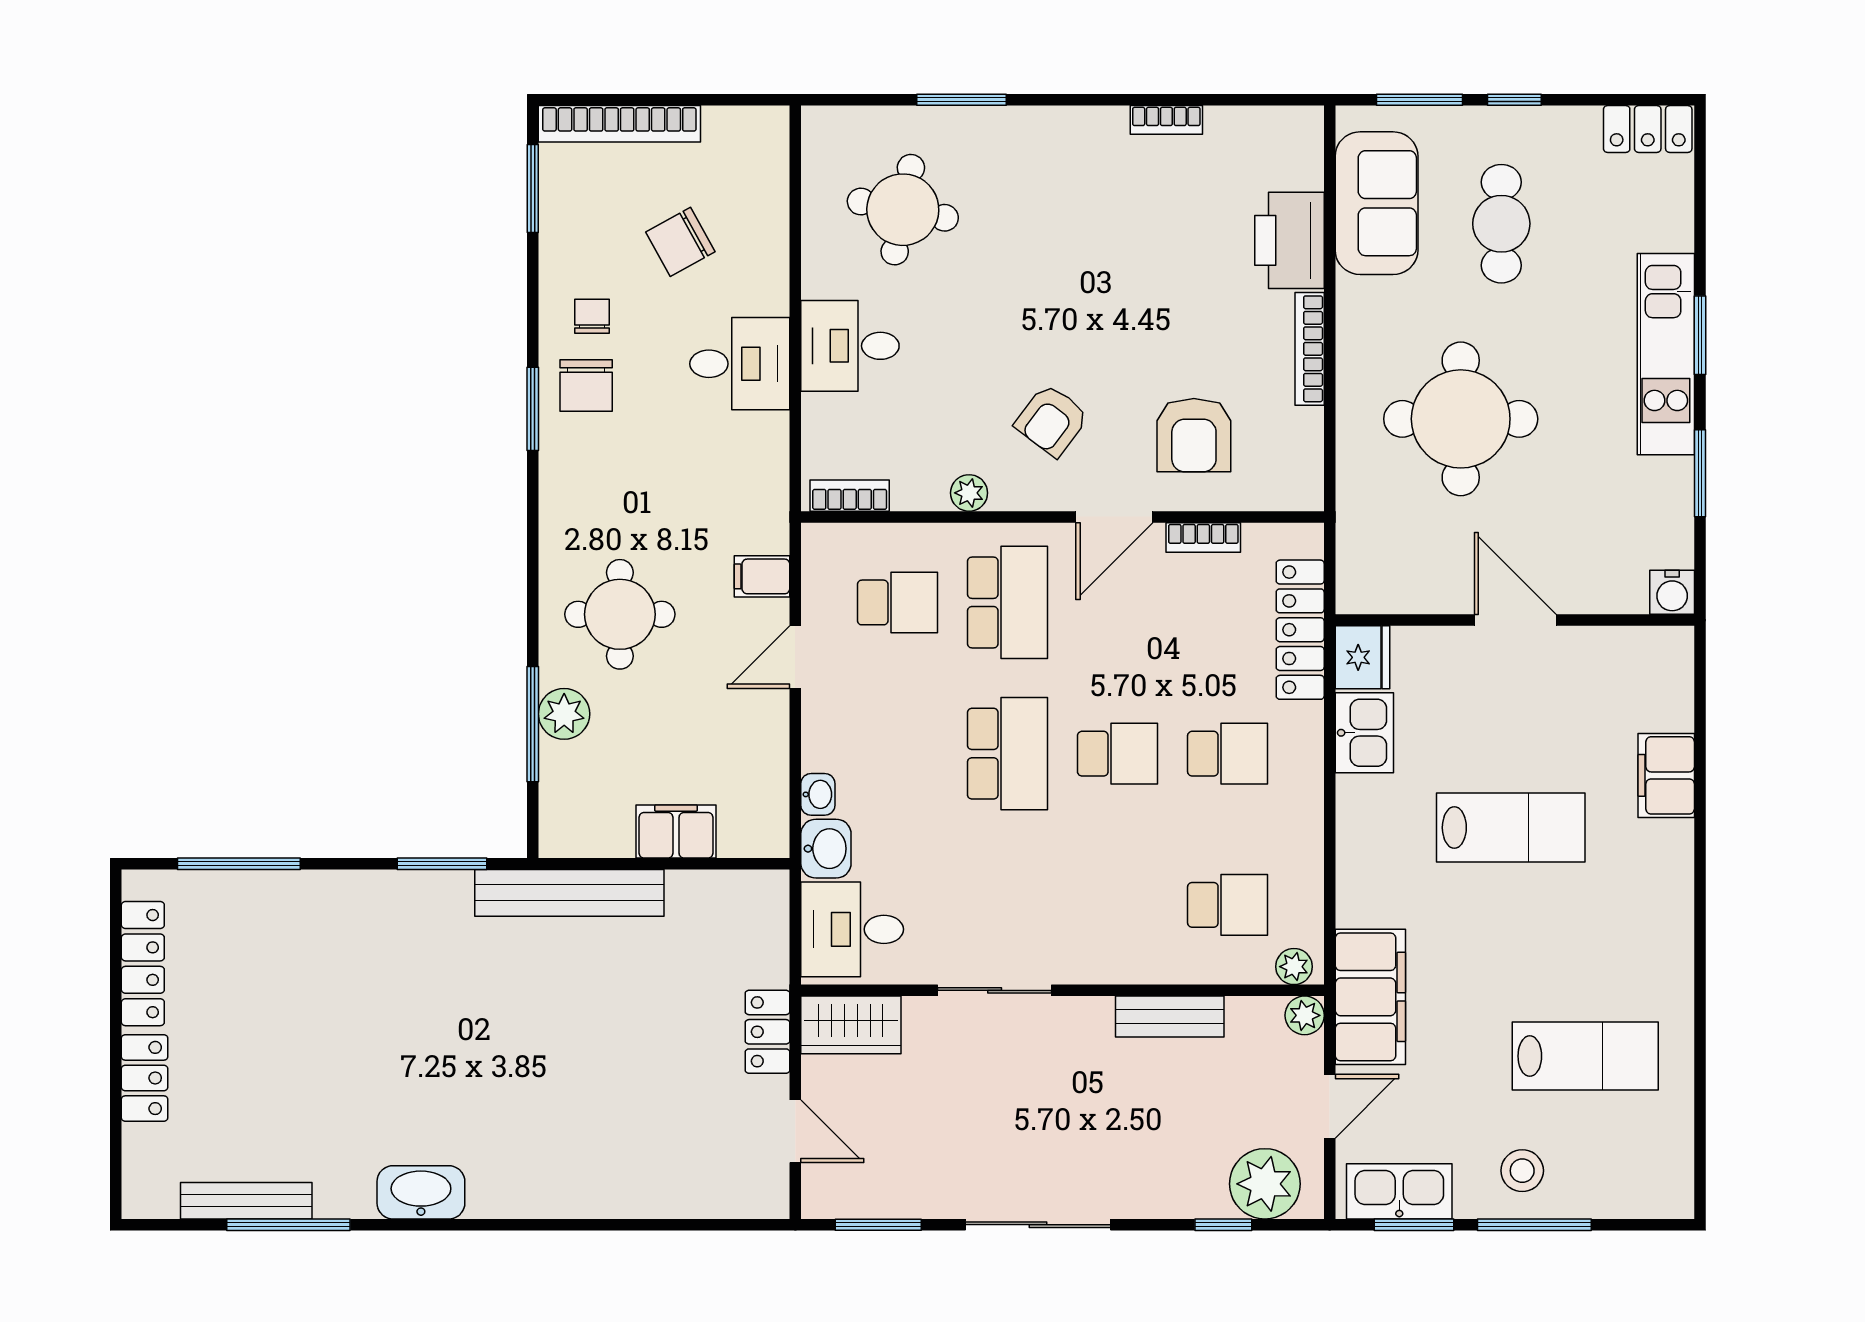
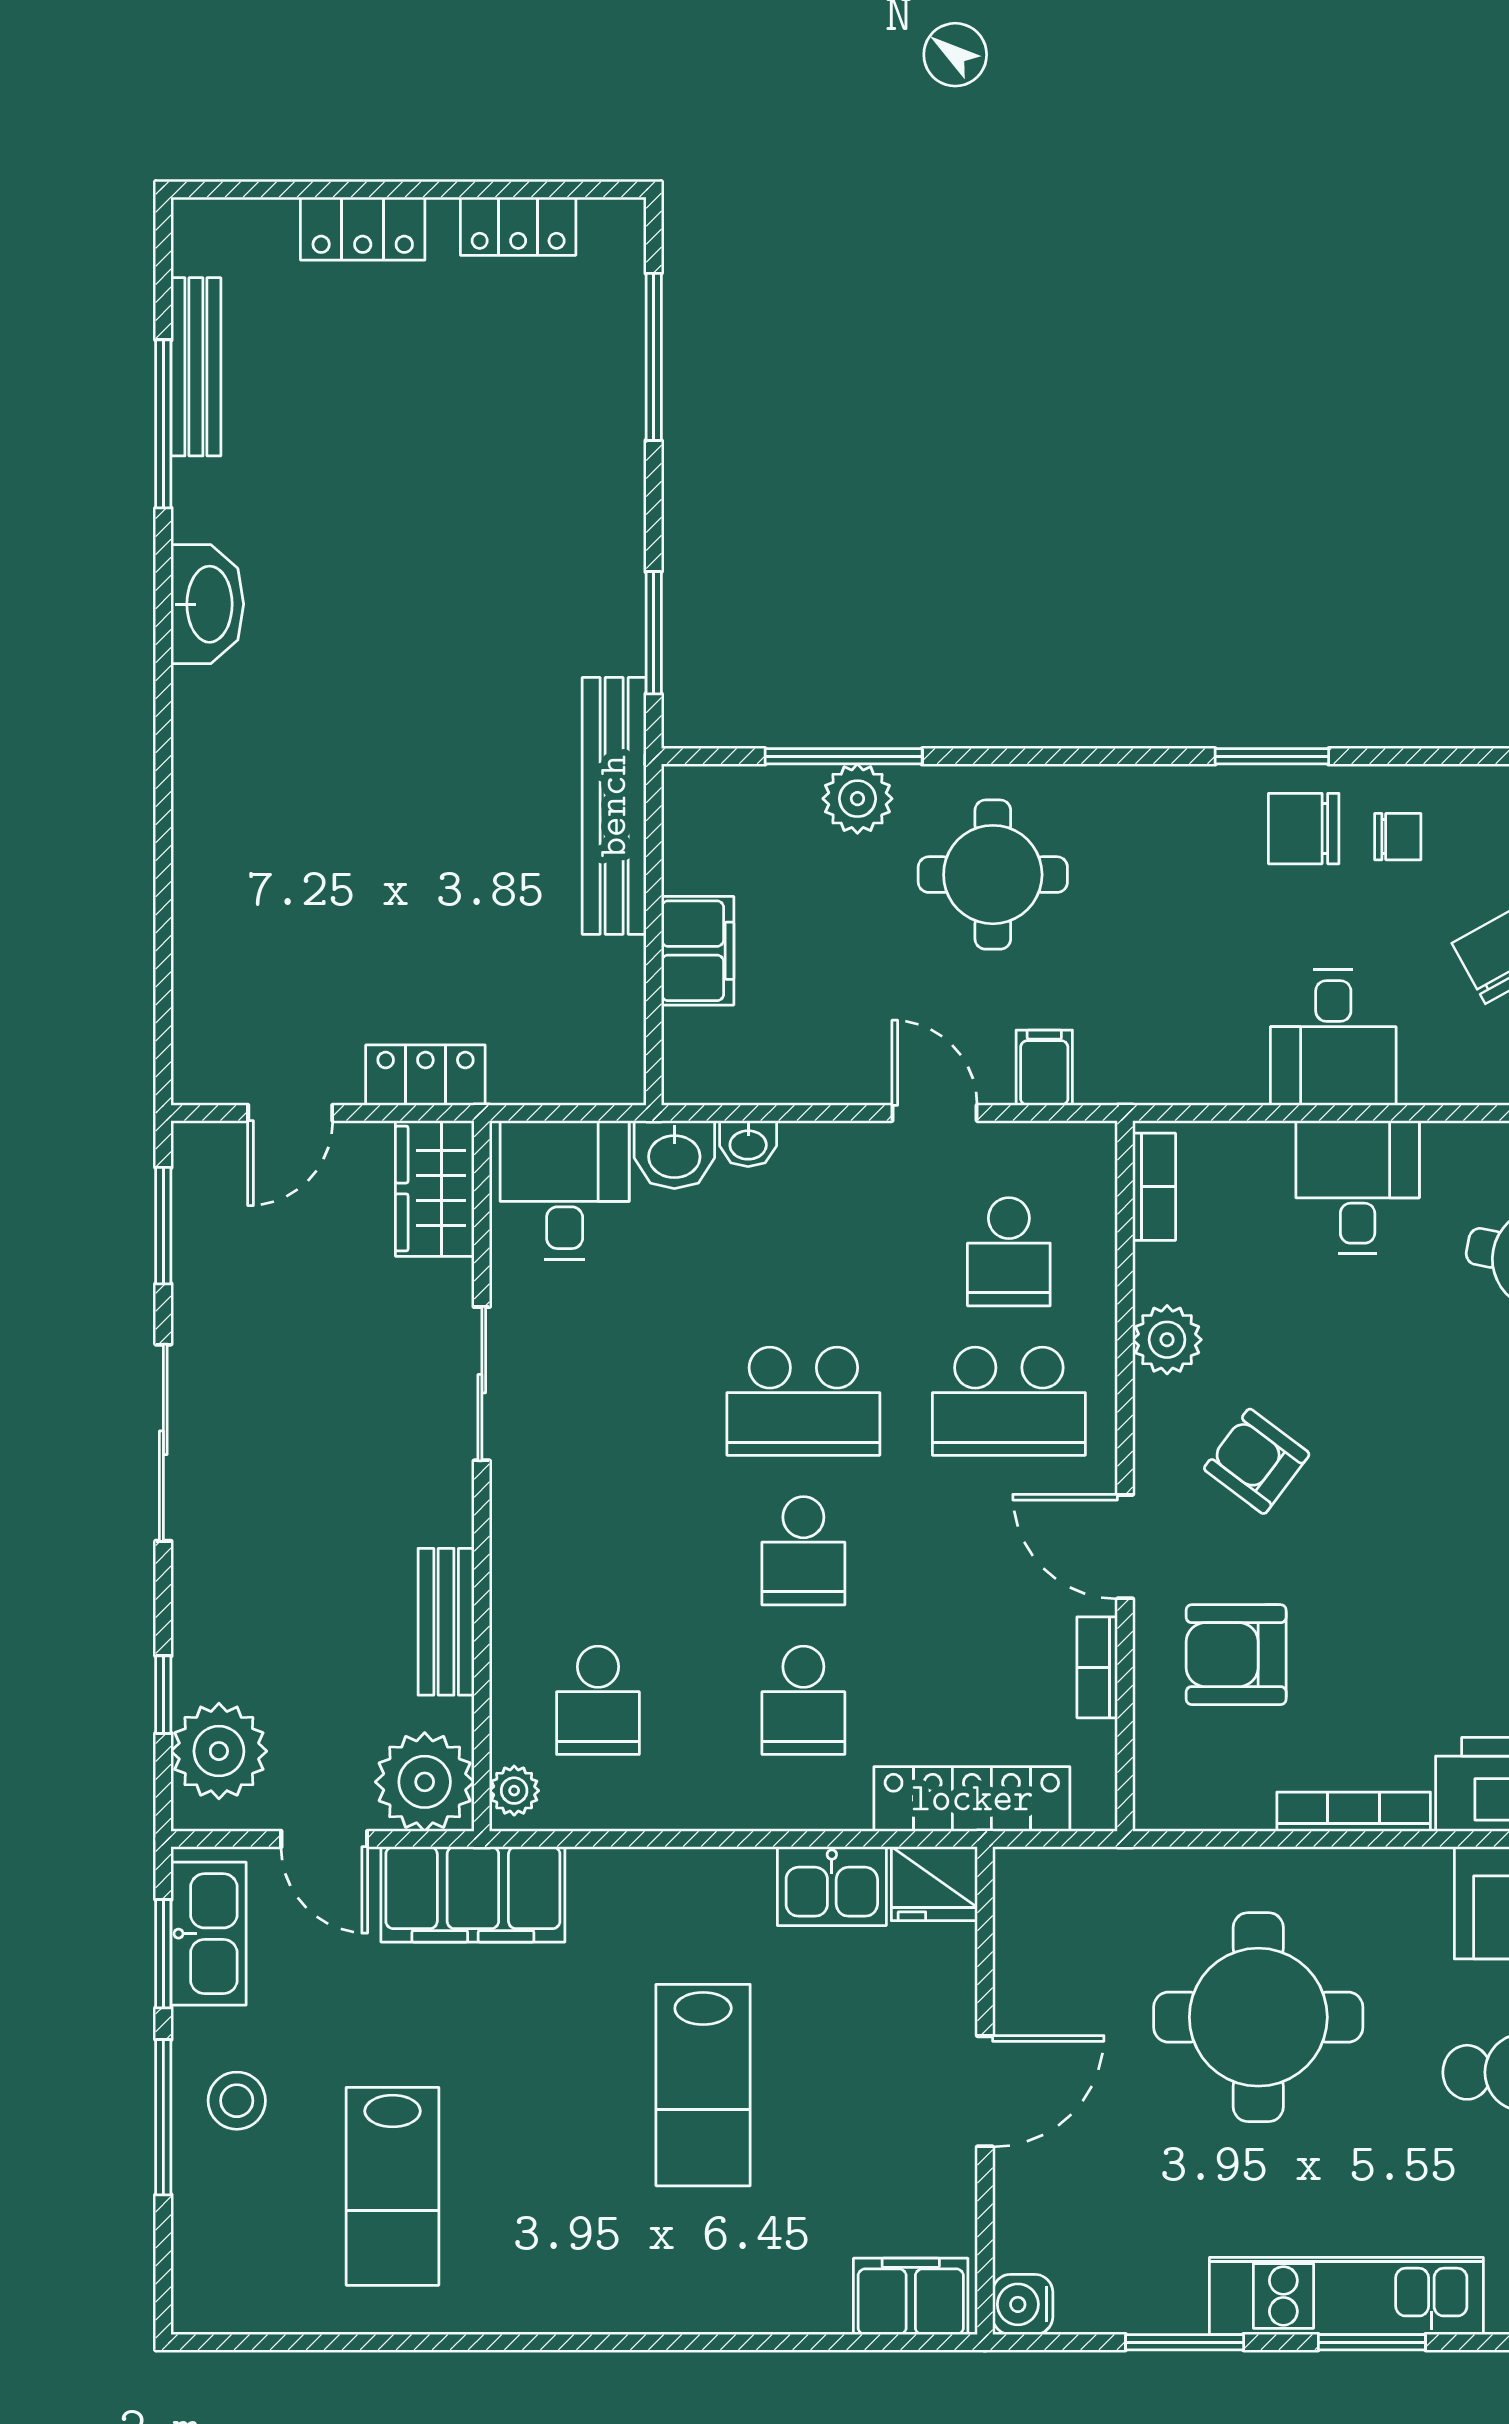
plant: (969, 493) -> (1167, 1340), width x1.38, depth x1.38
filing cabinet: (1666, 775) -> (911, 2296), moved
locker: (143, 964) -> (518, 226), width x0.66
plant: (1305, 1015) -> (425, 1782), width x1.88, depth x1.88

